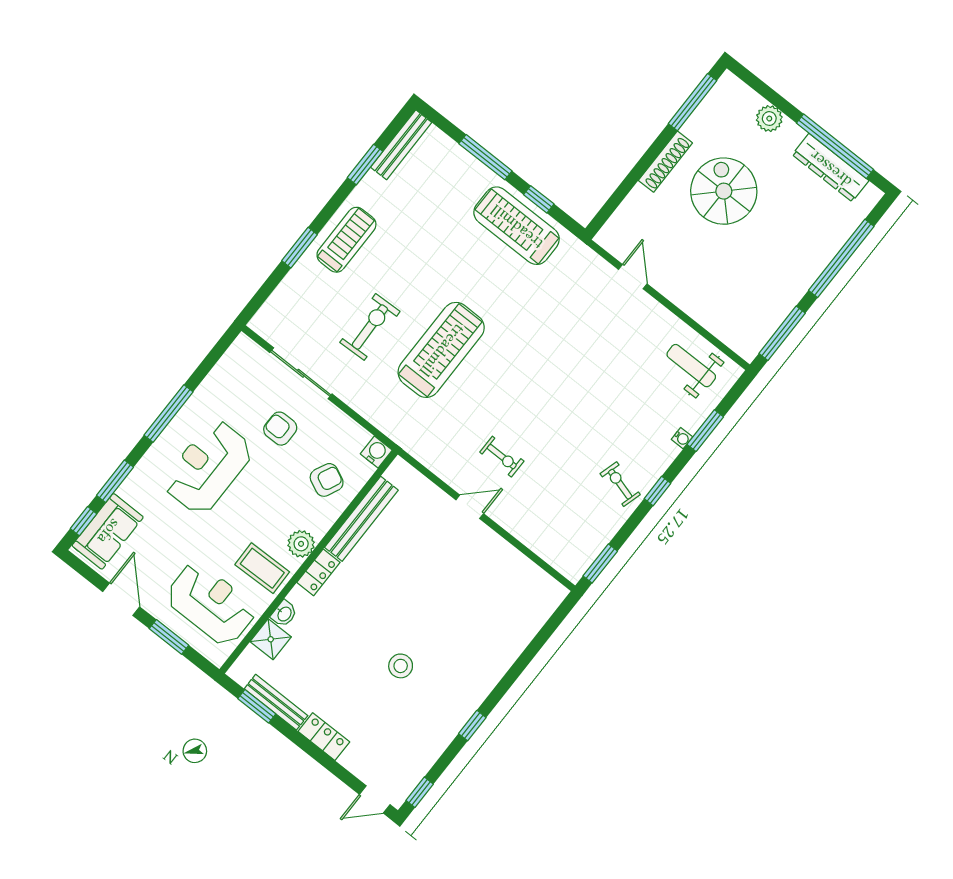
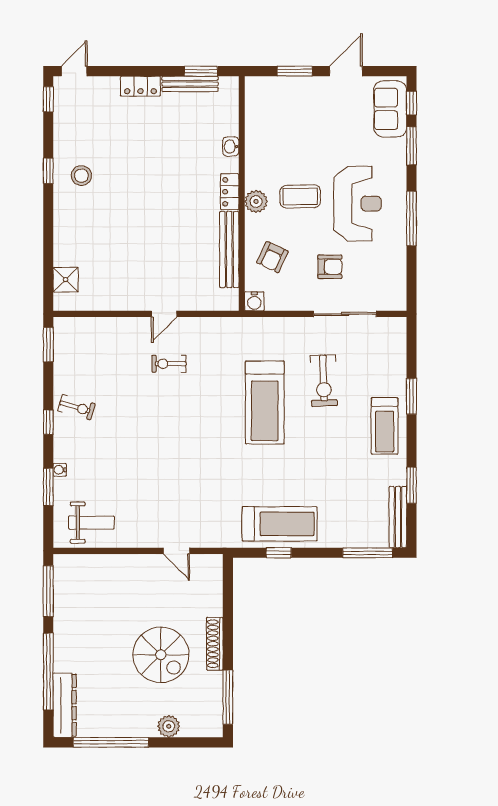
window: (485, 157) -> (368, 553), moved
dresser: (831, 168) -> (65, 705), moved, turned 90
coffee table: (262, 568) -> (300, 196), moved
door: (121, 599) -> (346, 71), swing flipped
reception desk: (211, 604) -> (284, 115), removed
shower: (271, 639) -> (66, 280), moved
stool: (401, 666) -> (81, 176), moved

